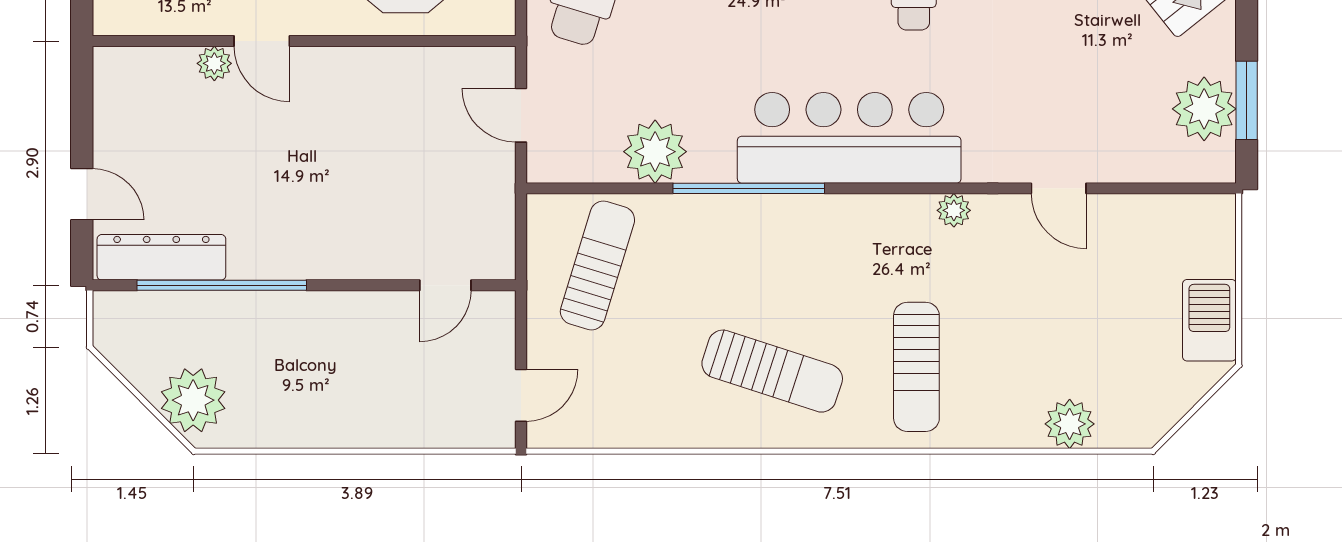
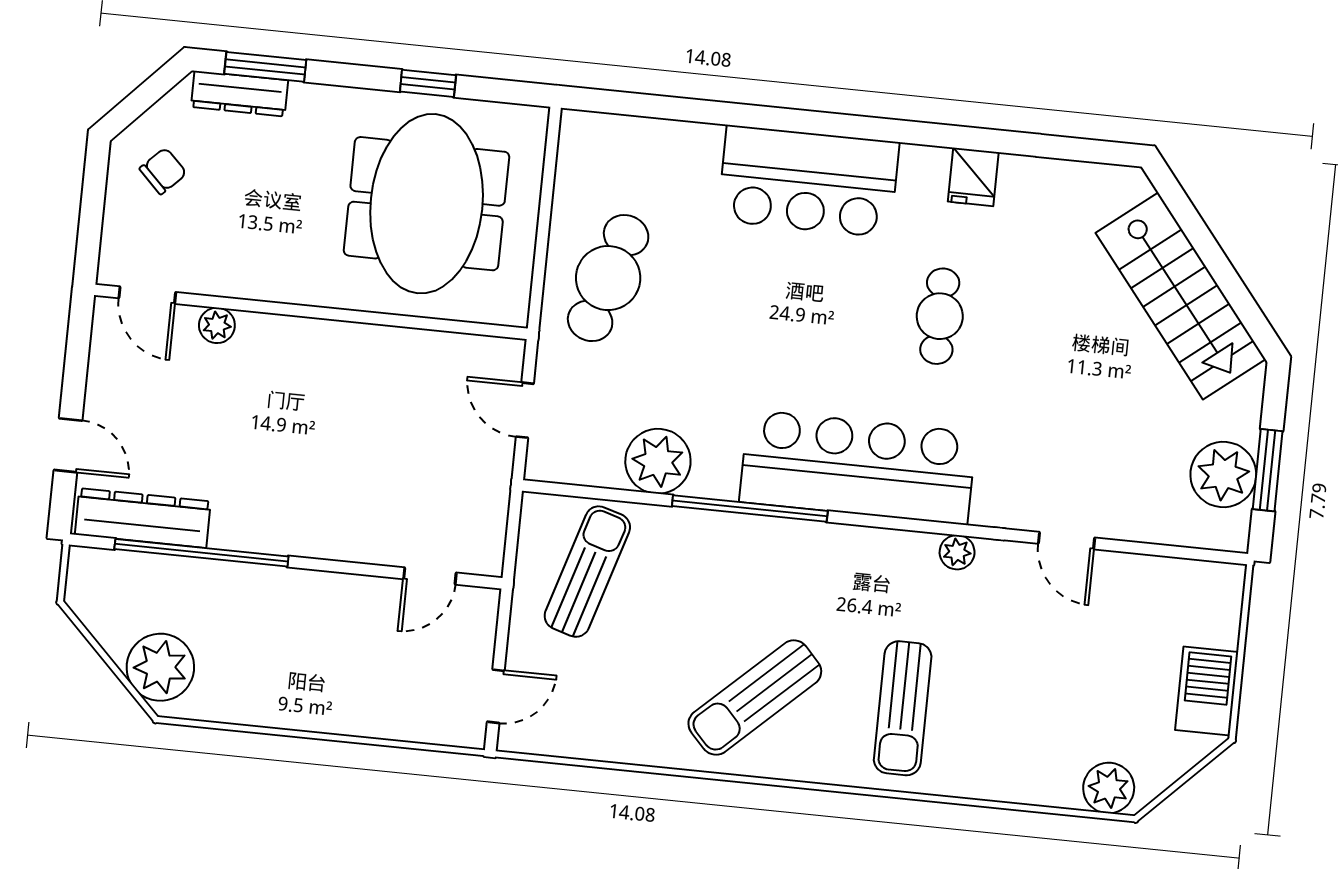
door: (262, 41) -> (147, 295), moved
sun lounger: (772, 371) -> (755, 698), turned 119
plant: (1070, 424) -> (1109, 788), moved

